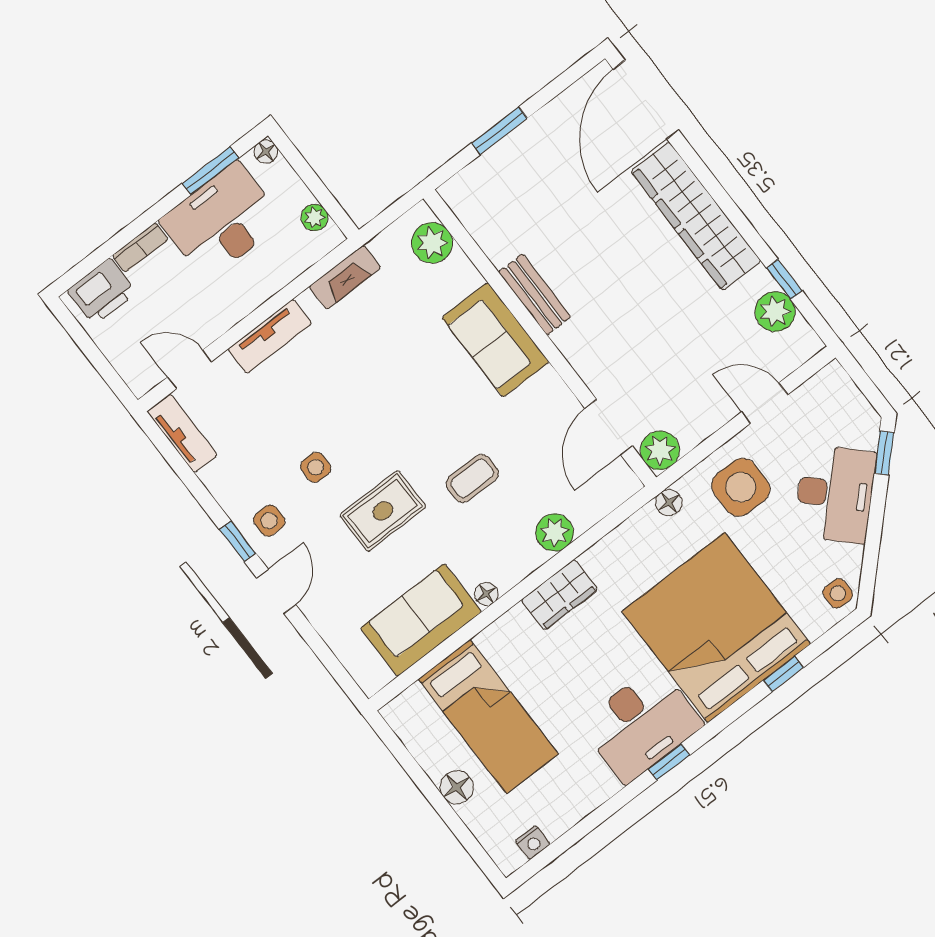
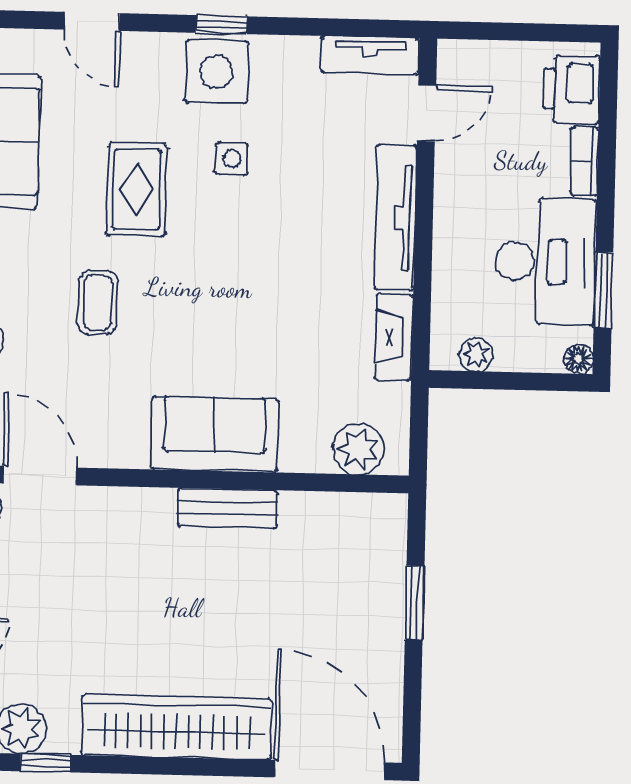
tv unit: (270, 336) -> (395, 217), width x1.41
side table: (269, 521) -> (217, 72), width x1.87, depth x1.87
door: (276, 591) -> (92, 21), moved

